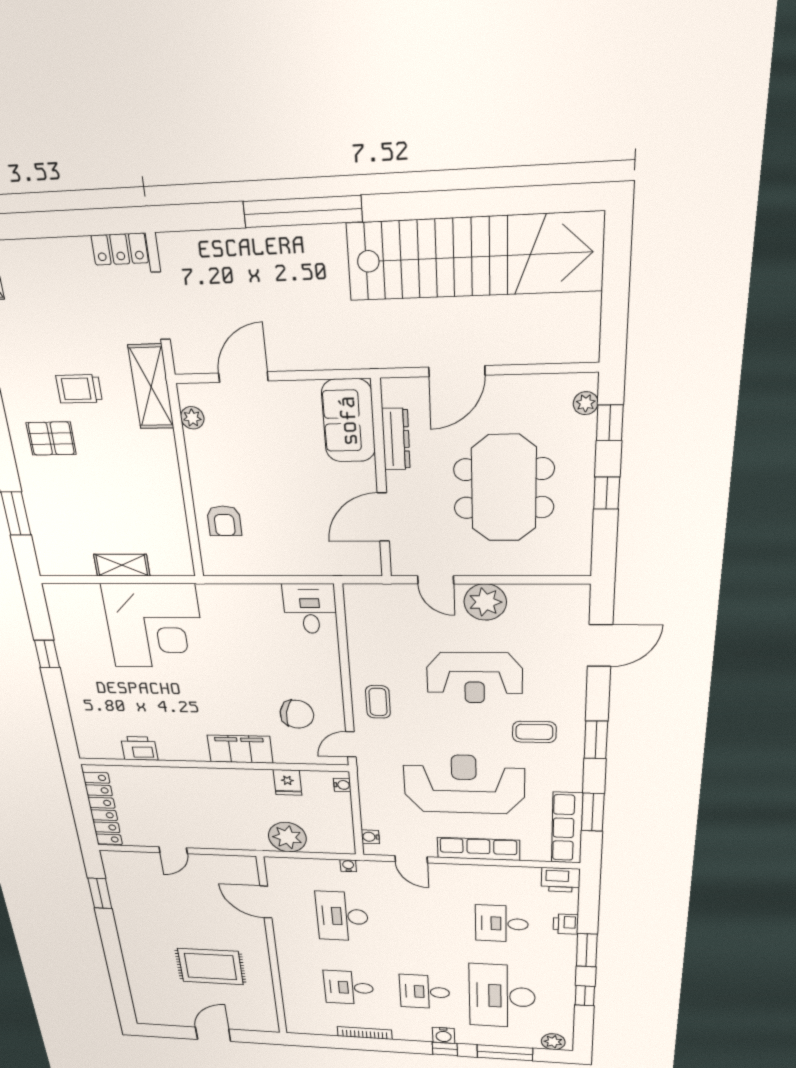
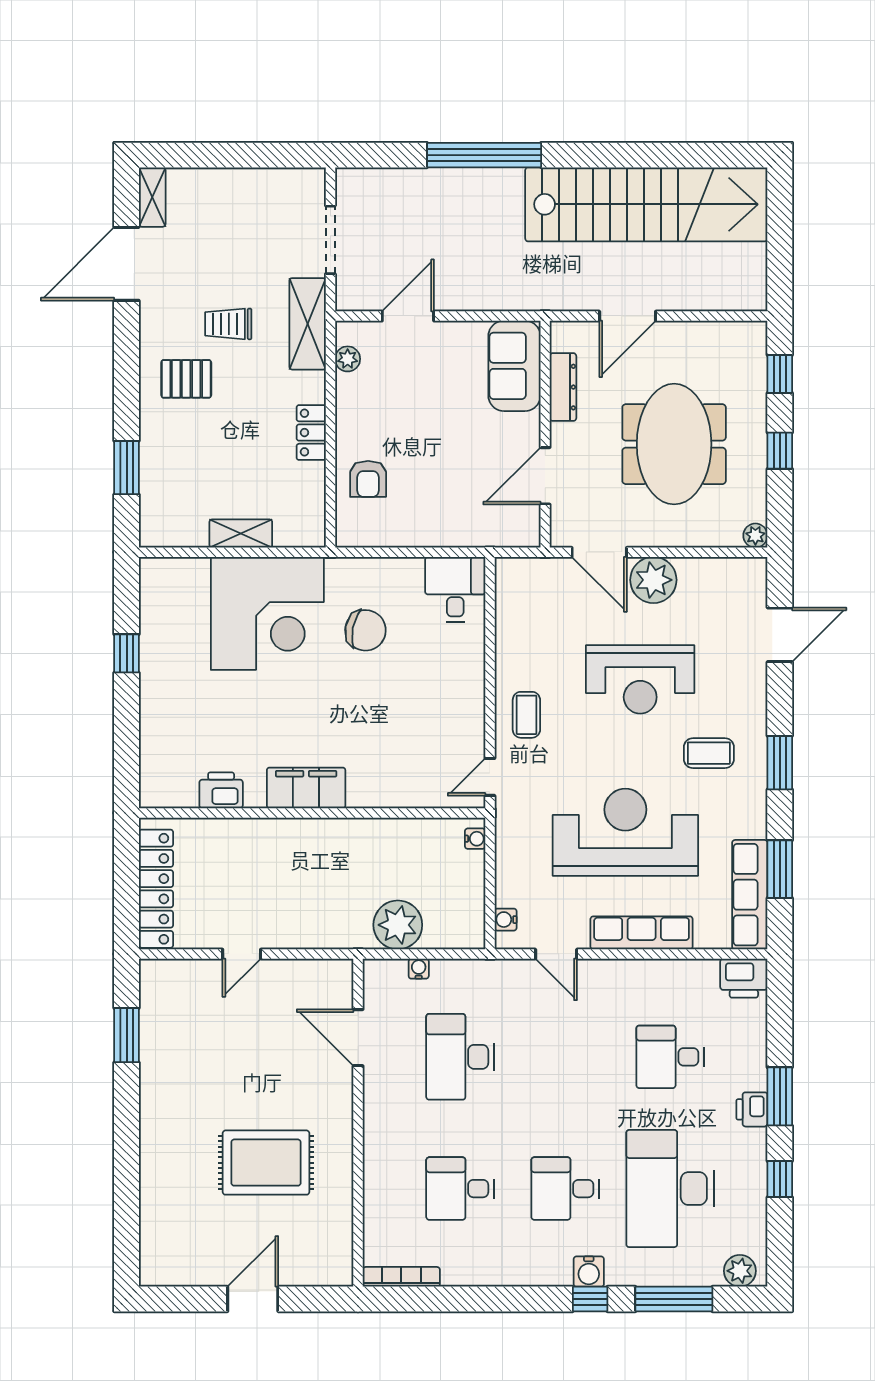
locker: (120, 249) -> (311, 433), moved, turned 90
plant: (586, 403) -> (755, 536), moved
door: (436, 580) -> (599, 552), width x1.38
chair: (297, 714) -> (365, 630), moved
filing cabinet: (240, 749) -> (306, 788), moved
fridge: (288, 782) -> (406, 837), removed
water cooler: (348, 866) -> (419, 969), moved
printer: (566, 924) -> (752, 1109), moved
bookcase: (365, 1033) -> (401, 1277), moved

